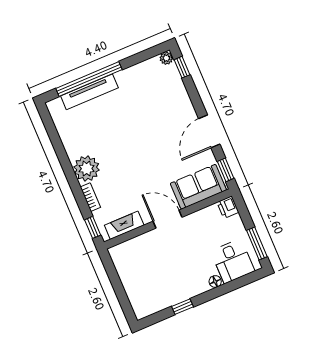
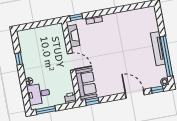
window: (89, 79) -> (167, 56), moved
tv unit: (89, 92) -> (158, 49), moved
door: (209, 131) -> (135, 94), moved
plant: (87, 169) -> (111, 21), removed
door: (167, 219) -> (71, 62), hinge flipped

